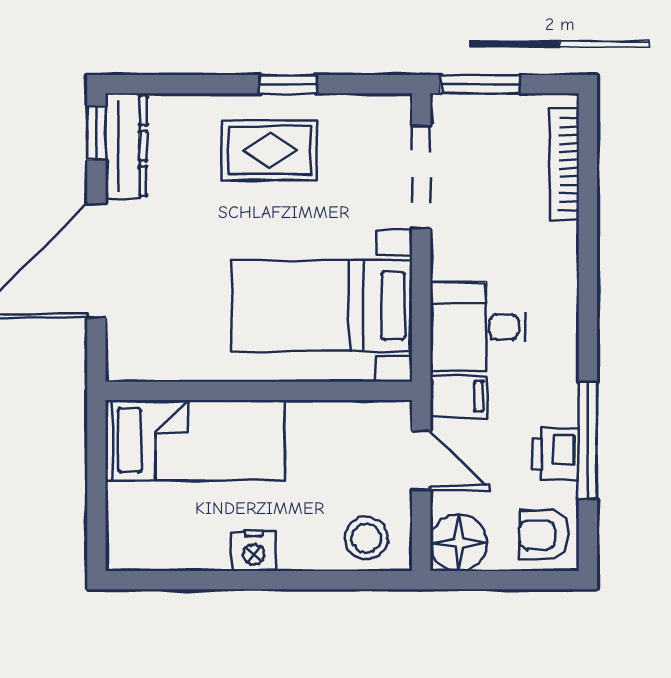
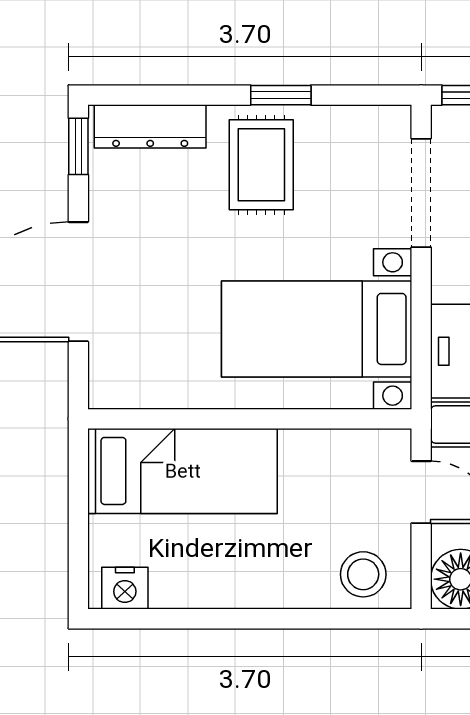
dresser: (126, 146) -> (150, 126), moved, turned 90
rug: (270, 150) -> (261, 165), turned 90
nightstand: (254, 551) -> (125, 588), moved

